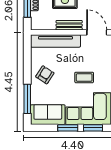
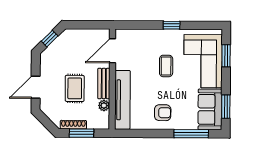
plant: (51, 25) -> (104, 106), added
armchair: (45, 75) -> (163, 113), turned 147
window: (68, 128) -> (226, 107), moved

